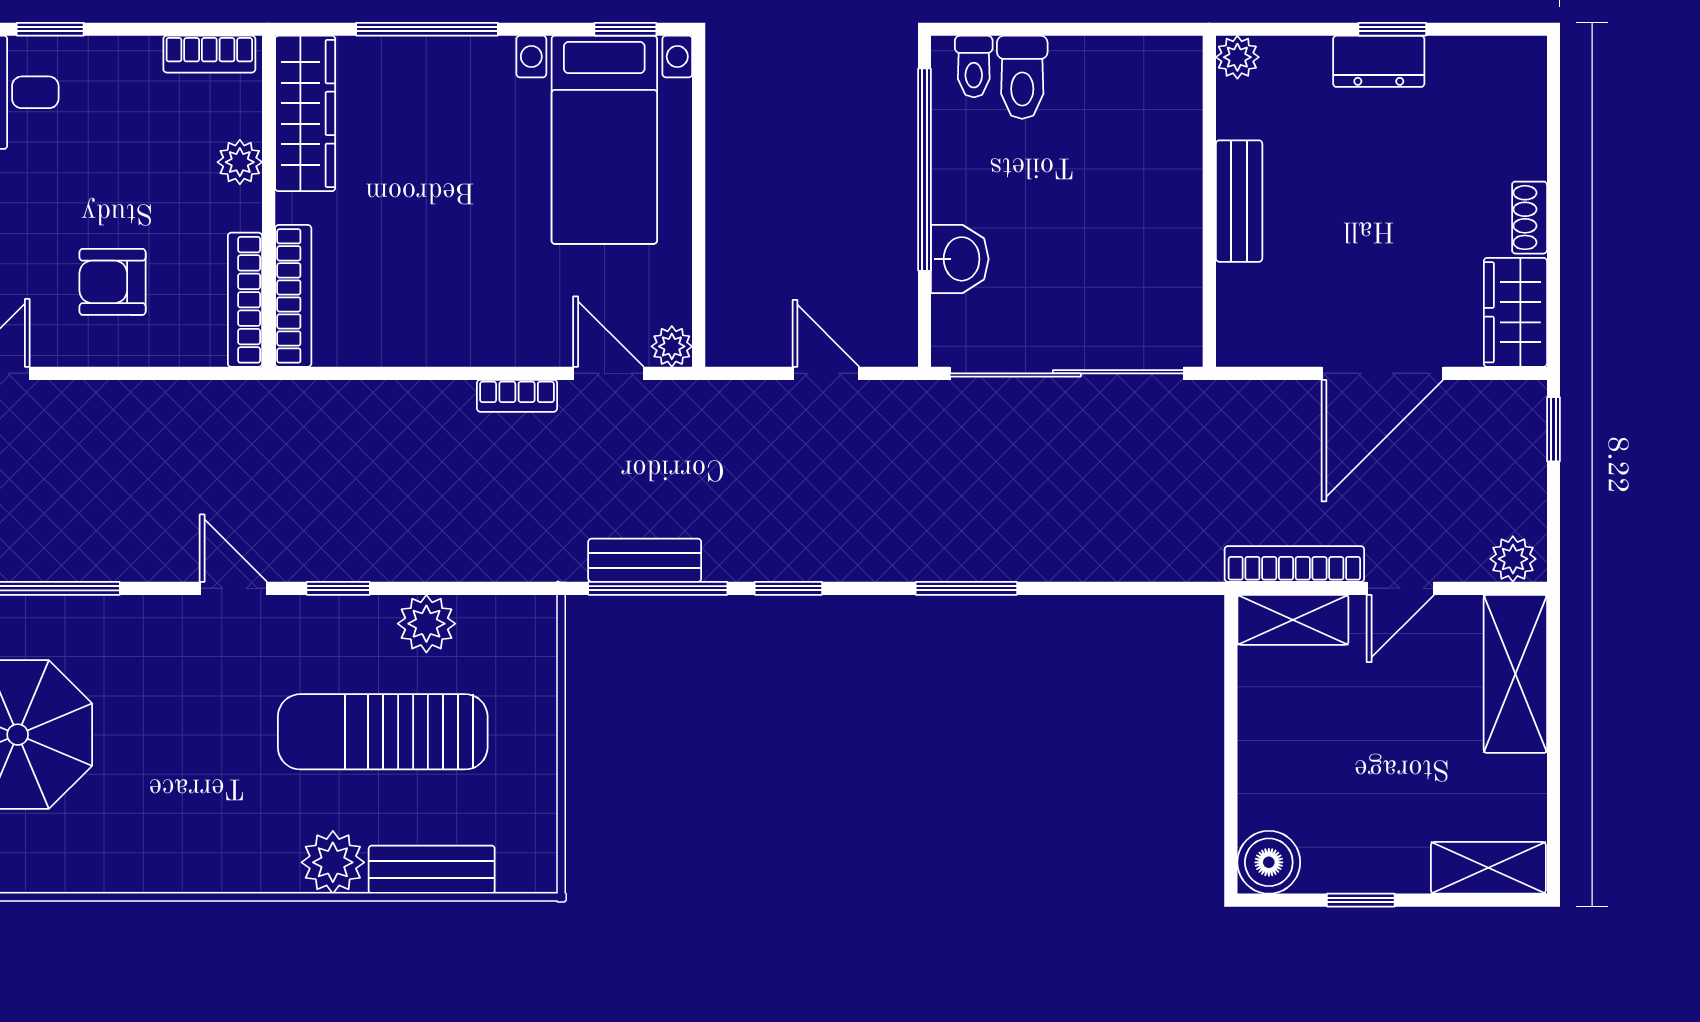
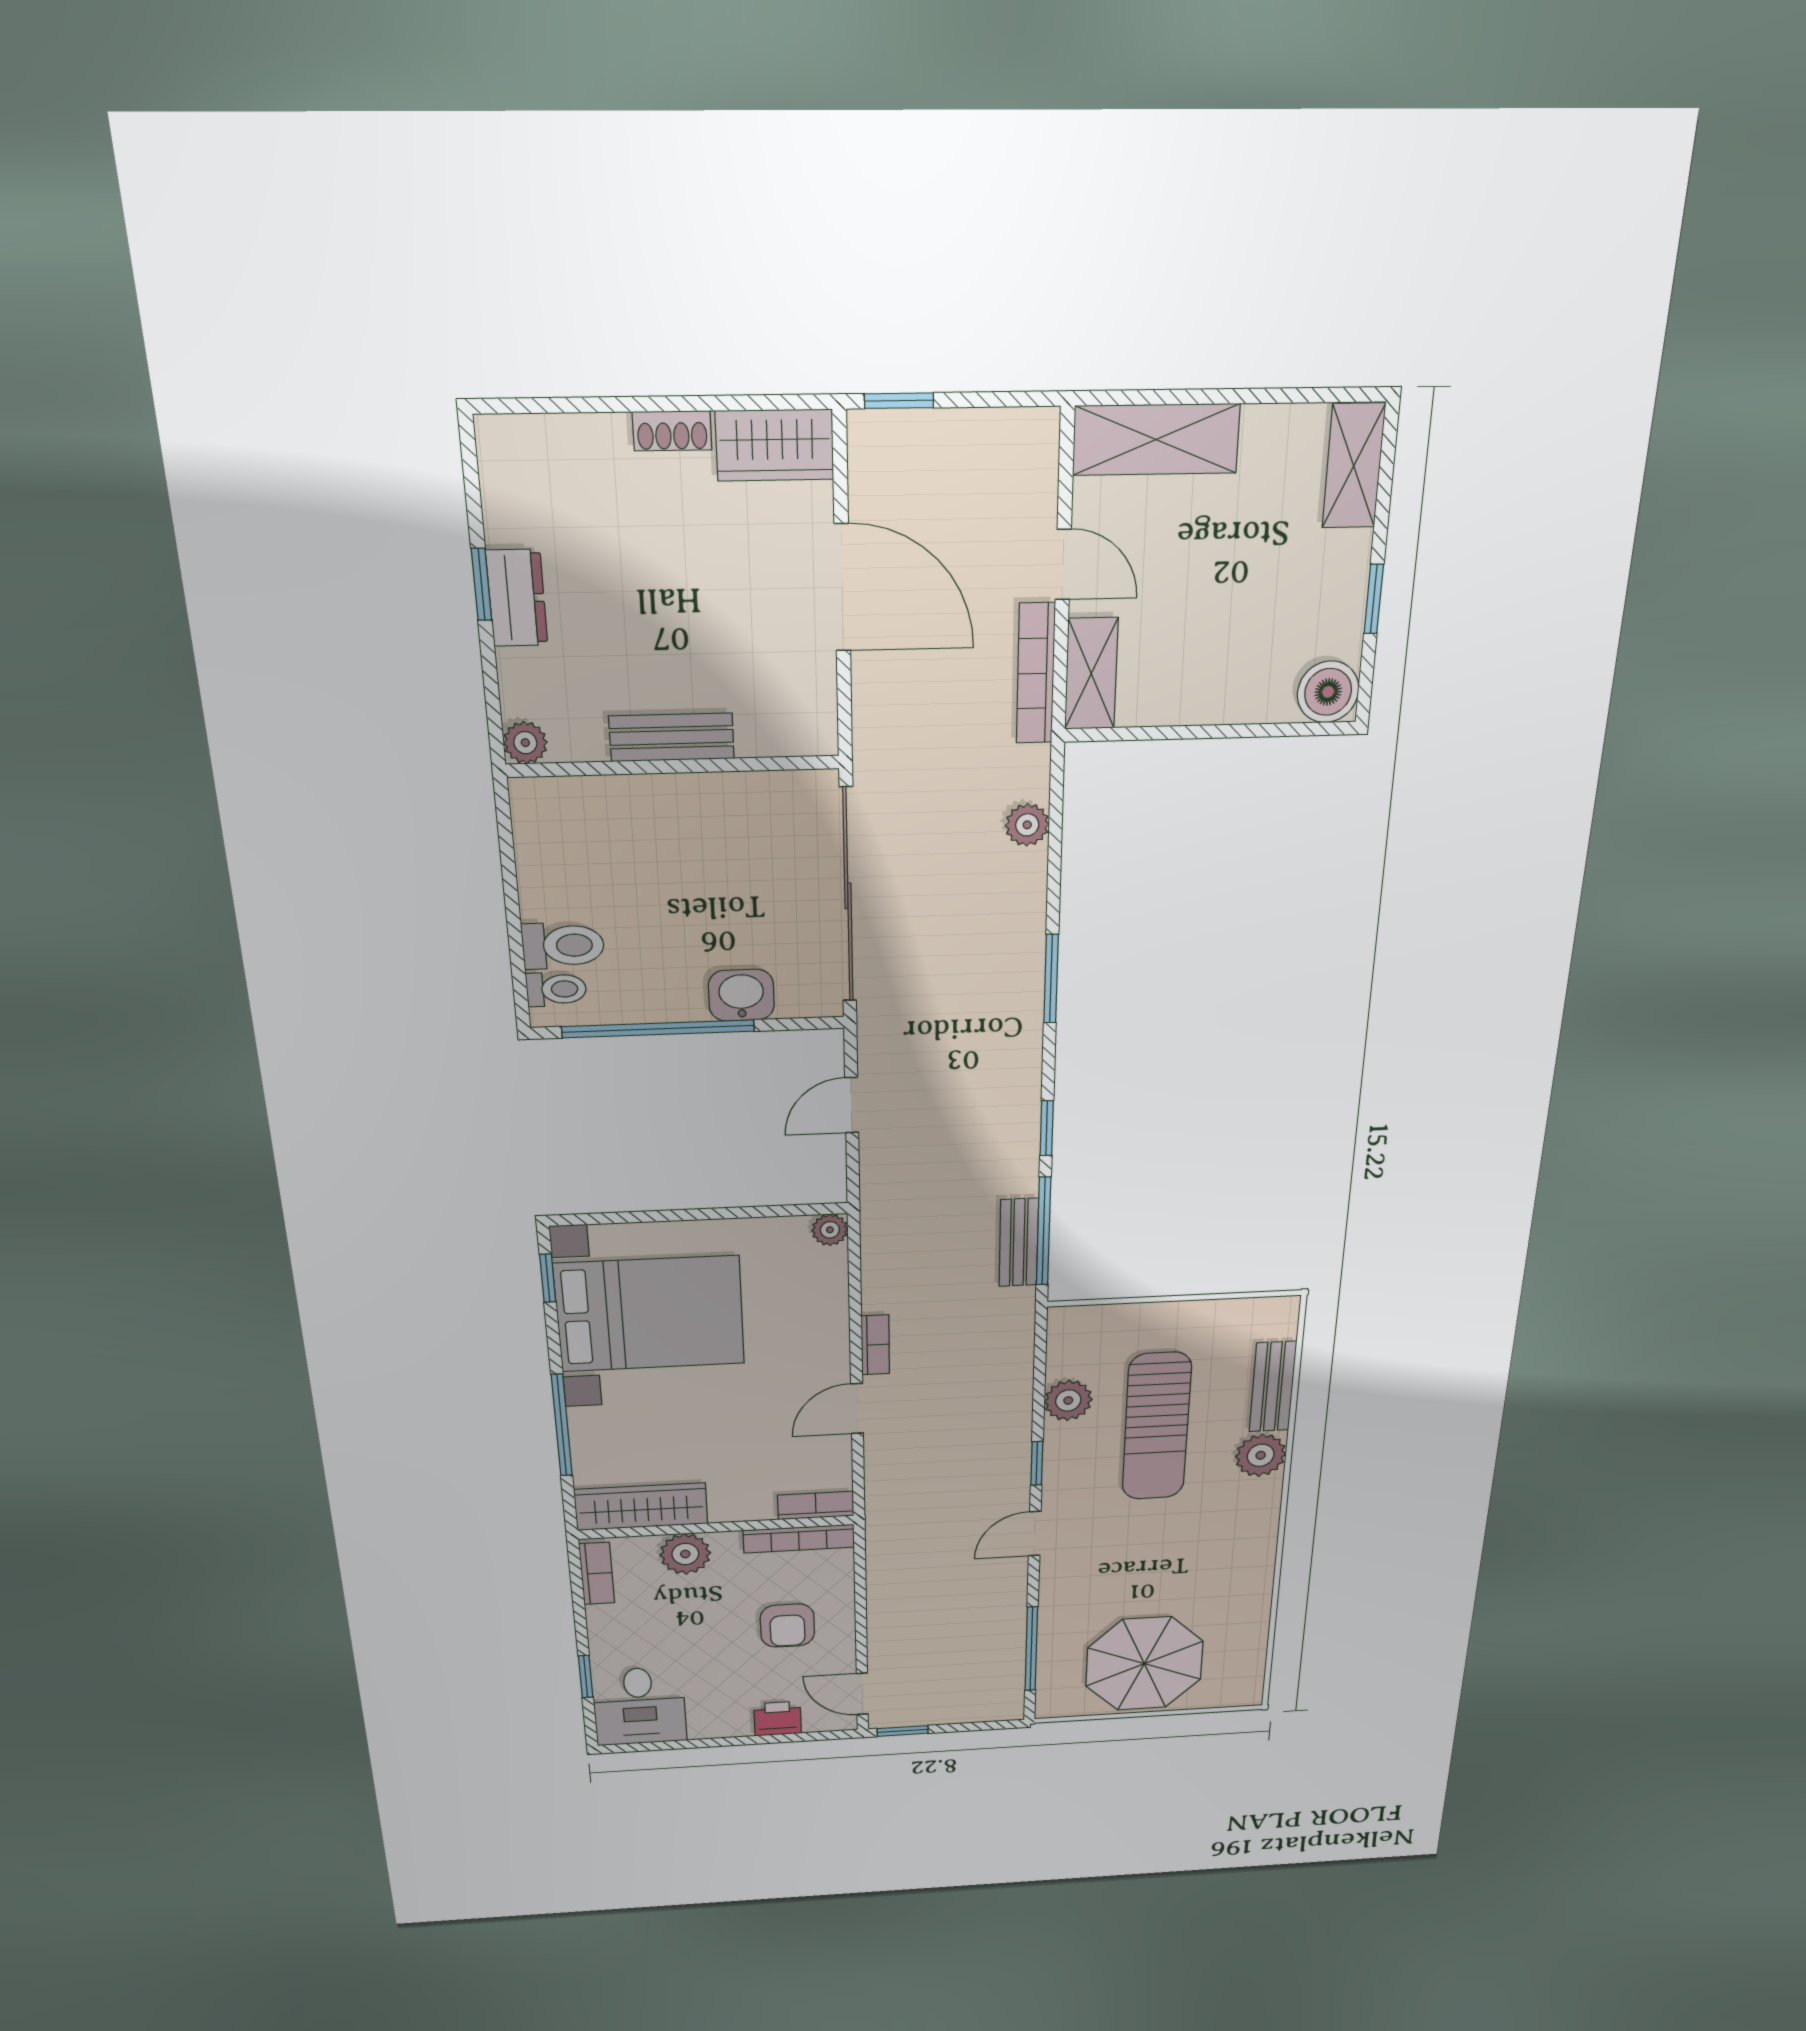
bed with nightstands: (604, 140) -> (650, 1314), width x1.36
plant: (240, 162) -> (685, 1554), width x1.38, depth x1.38
bookcase: (293, 296) -> (816, 1505), width x0.64
door: (608, 373) -> (857, 1408), moved
plant: (1513, 559) -> (1027, 825), moved

